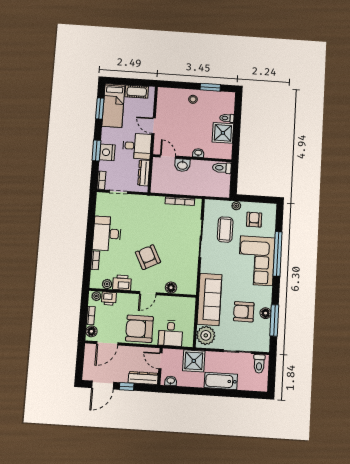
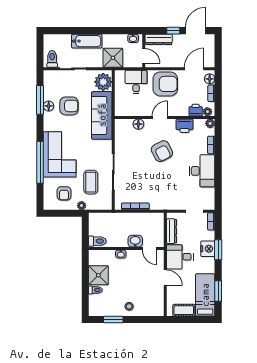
plant: (107, 284) -> (210, 123), moved

